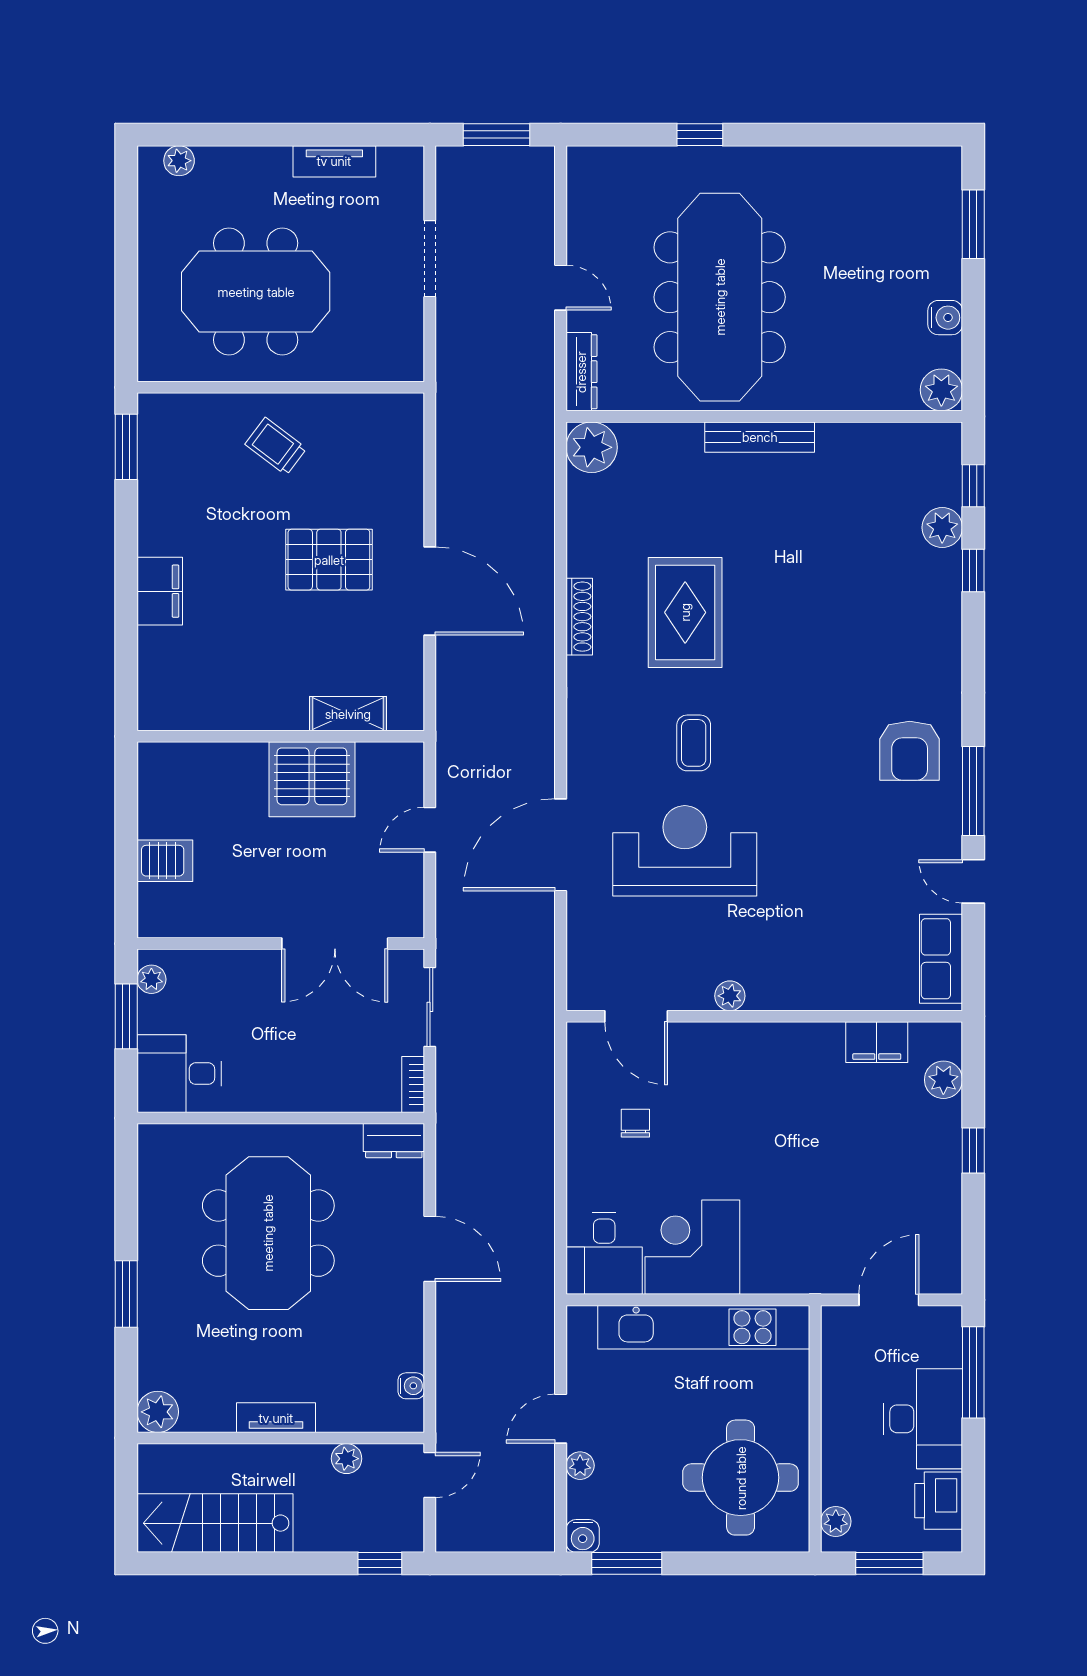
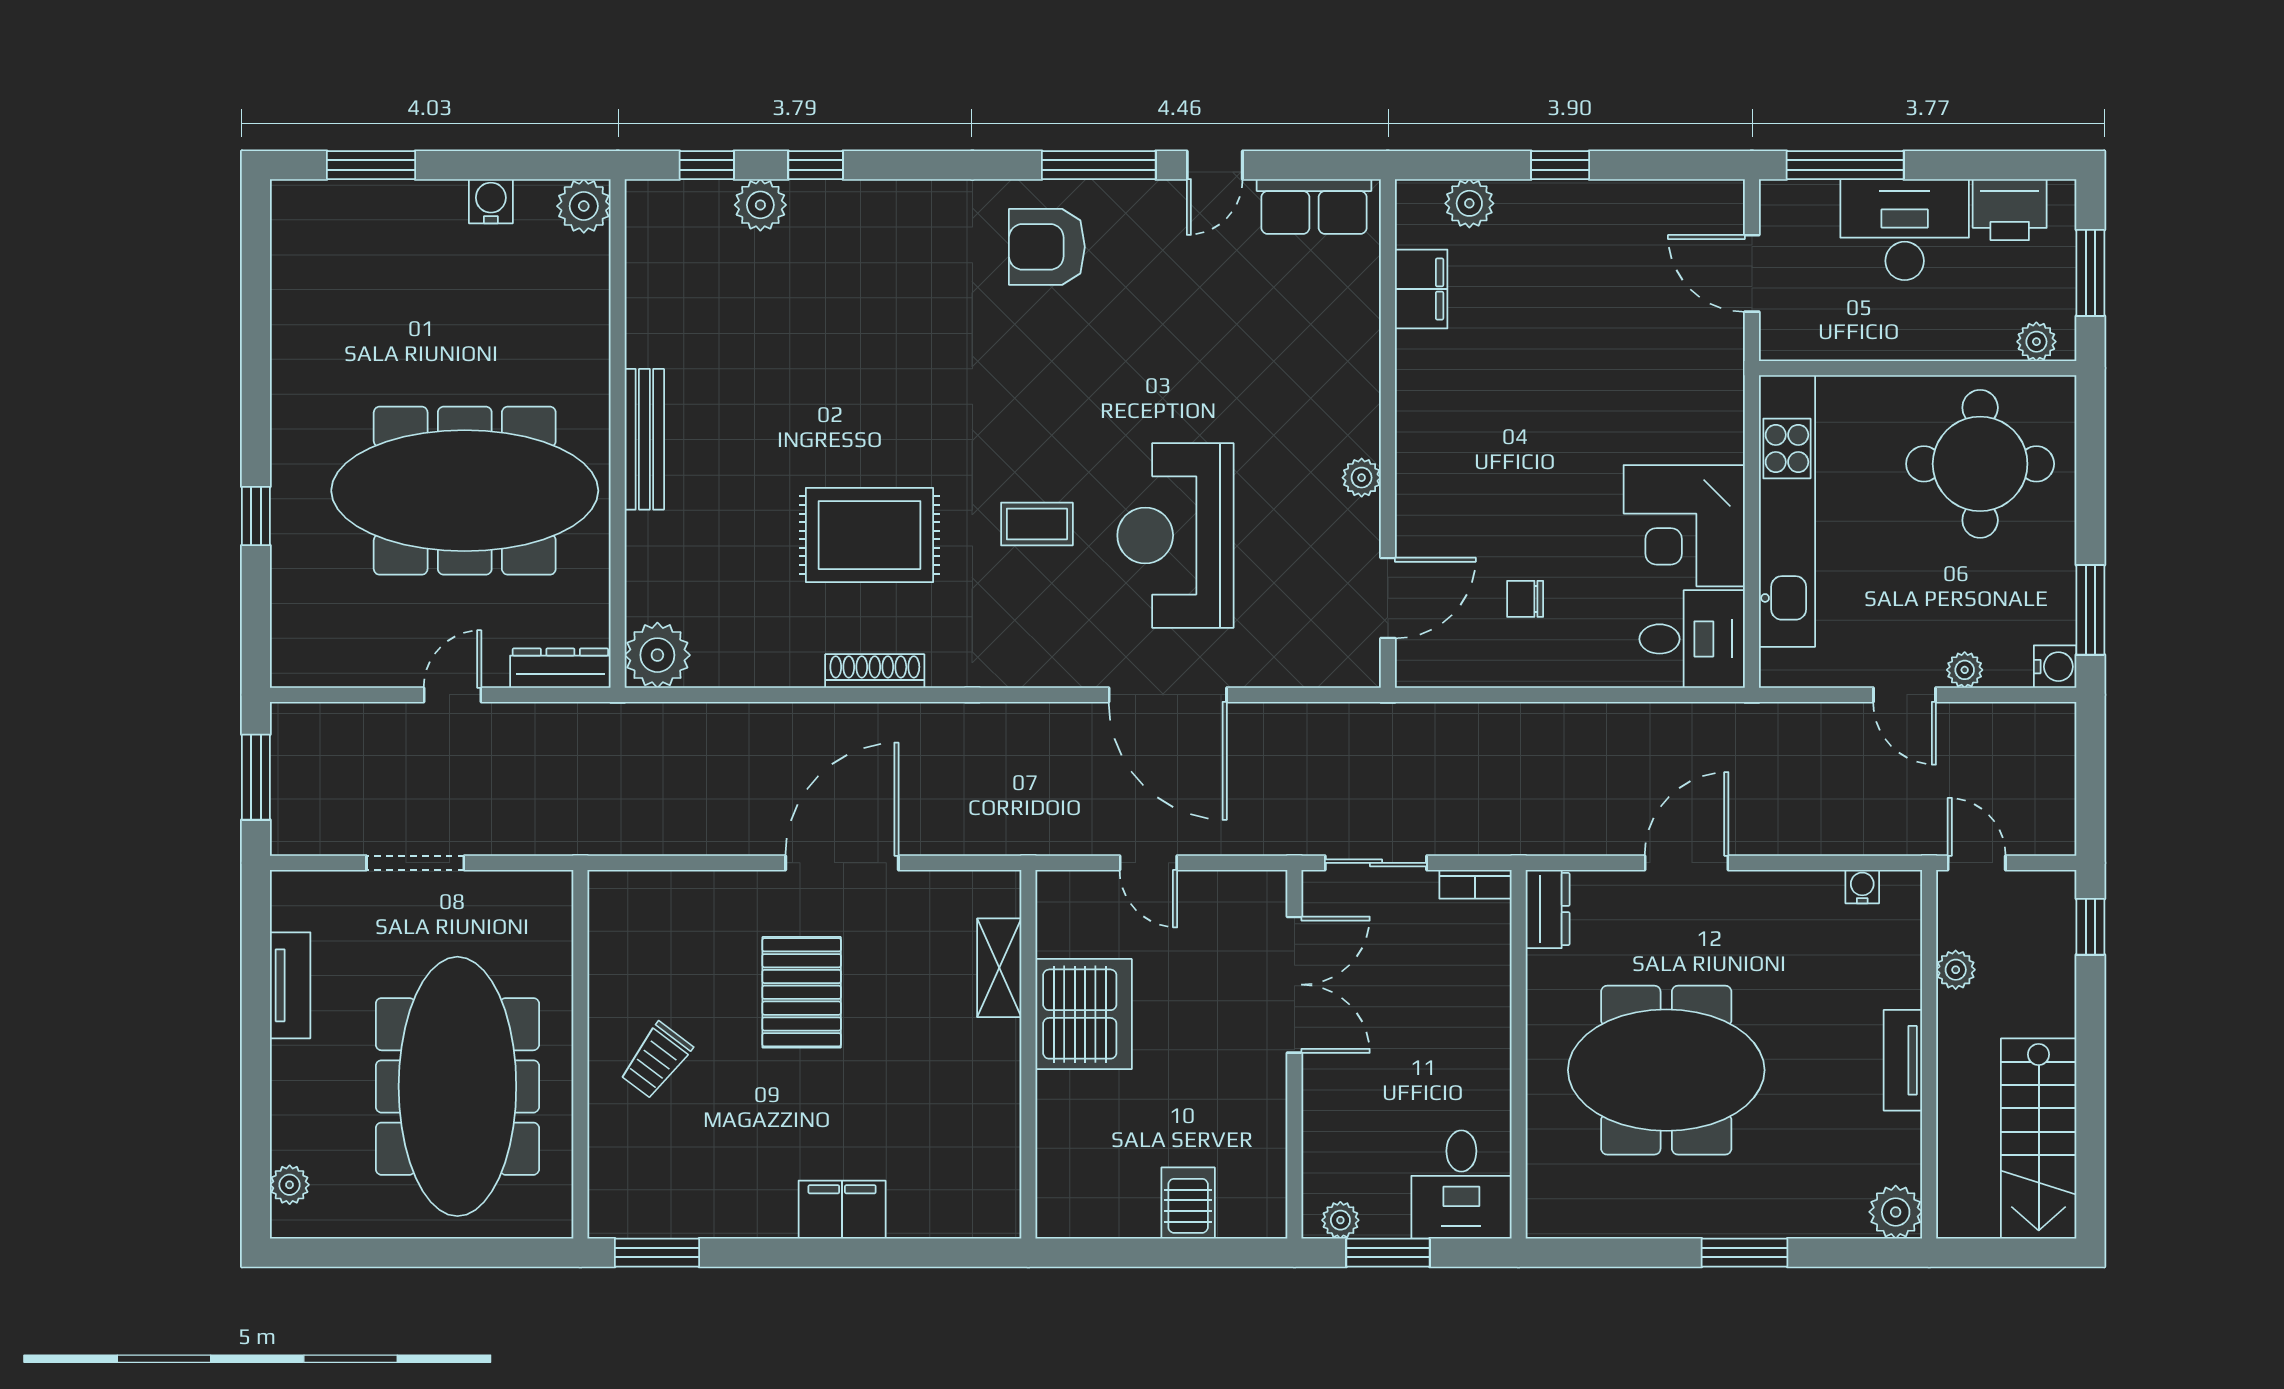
meeting table: (256, 292) -> (457, 1086), width x1.36
armchair: (910, 751) -> (1047, 247), turned 180

